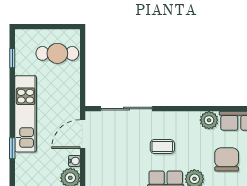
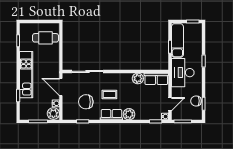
door: (83, 134) -> (61, 87), hinge flipped
chair: (227, 159) -> (86, 102), moved, turned -90

